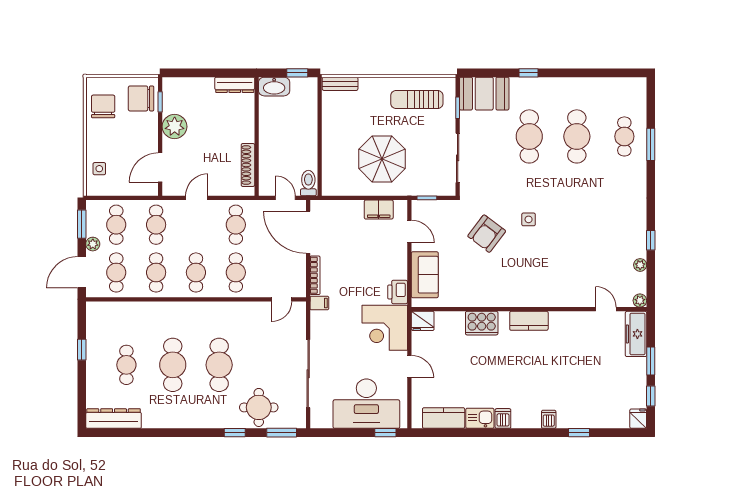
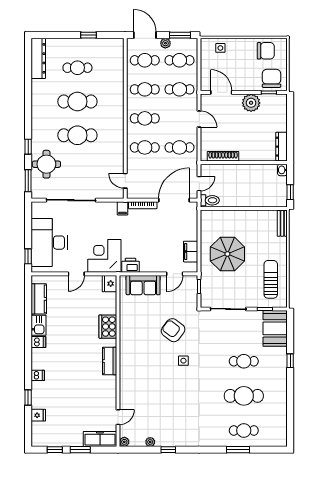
washbasin: (274, 87) -> (282, 170), width x0.52, depth x0.69
cafe table: (529, 136) -> (244, 361), width x0.73, depth x0.74
fridge: (638, 419) -> (38, 415), moved

